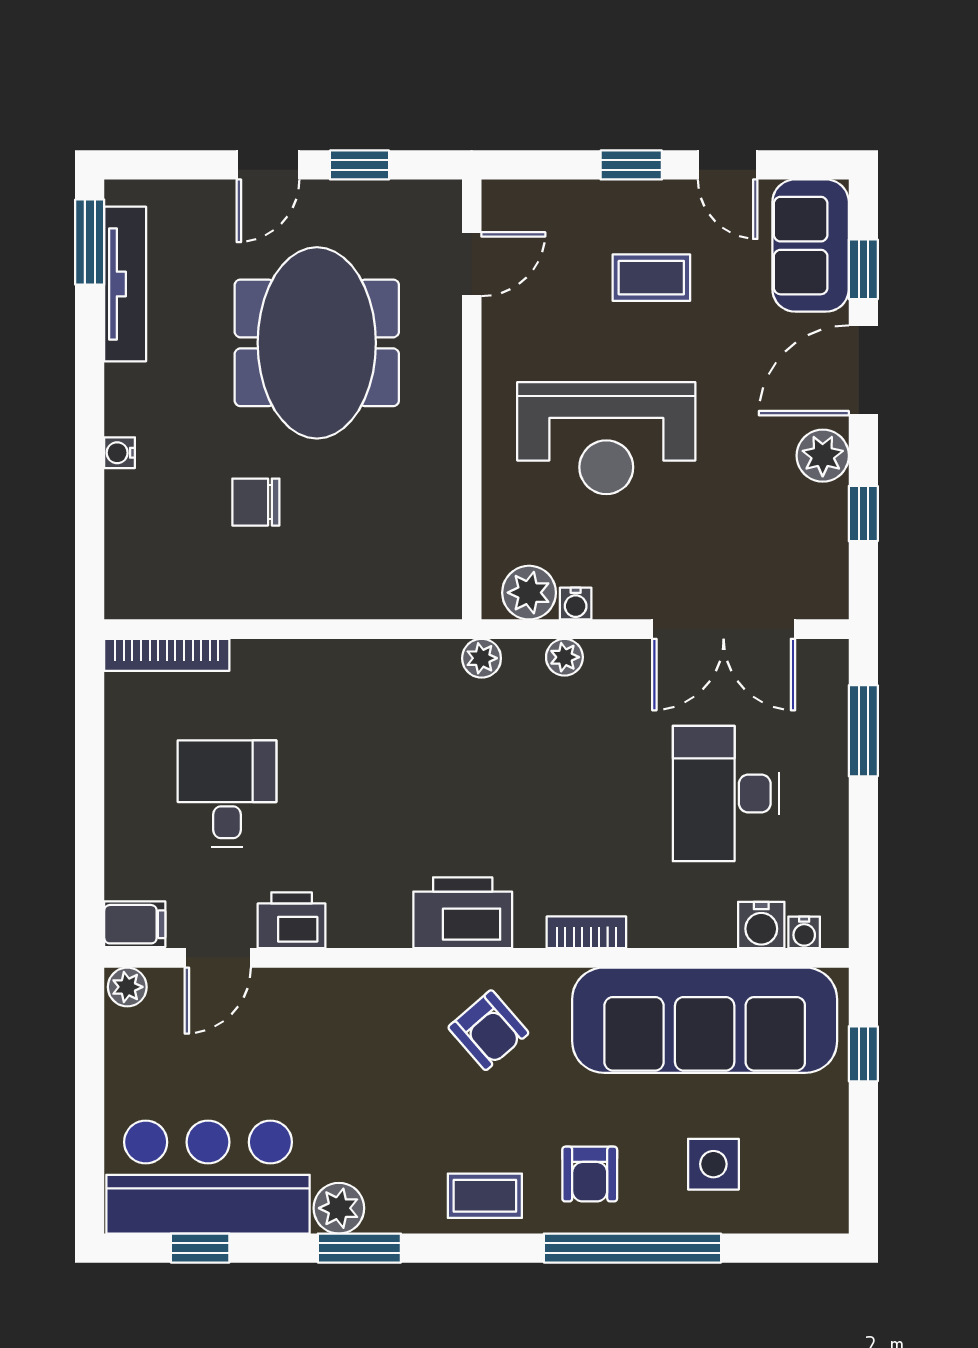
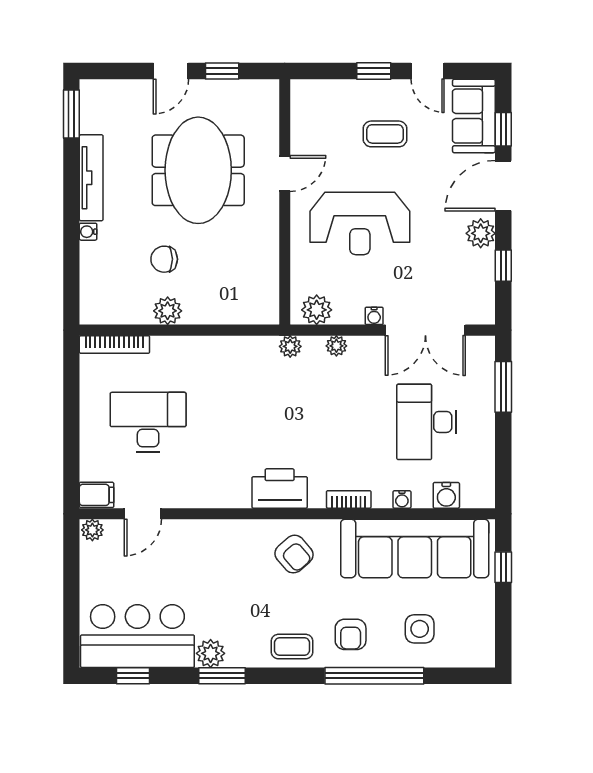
door: (472, 264) -> (285, 173), moved
tv unit: (125, 284) -> (91, 178), moved
plant: (262, 594) -> (168, 311), added
water cooler: (576, 604) -> (374, 316), moved
desk: (227, 794) -> (148, 422), width x1.37
printer: (292, 920) -> (184, 493), removed
water cooler: (804, 932) -> (402, 499), moved

